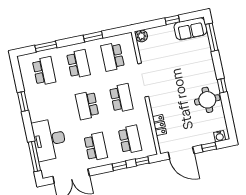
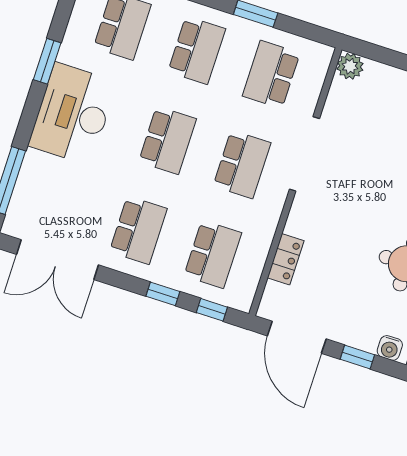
school desk: (87, 105) -> (167, 140), turned 180
desk: (49, 139) -> (73, 114), moved

